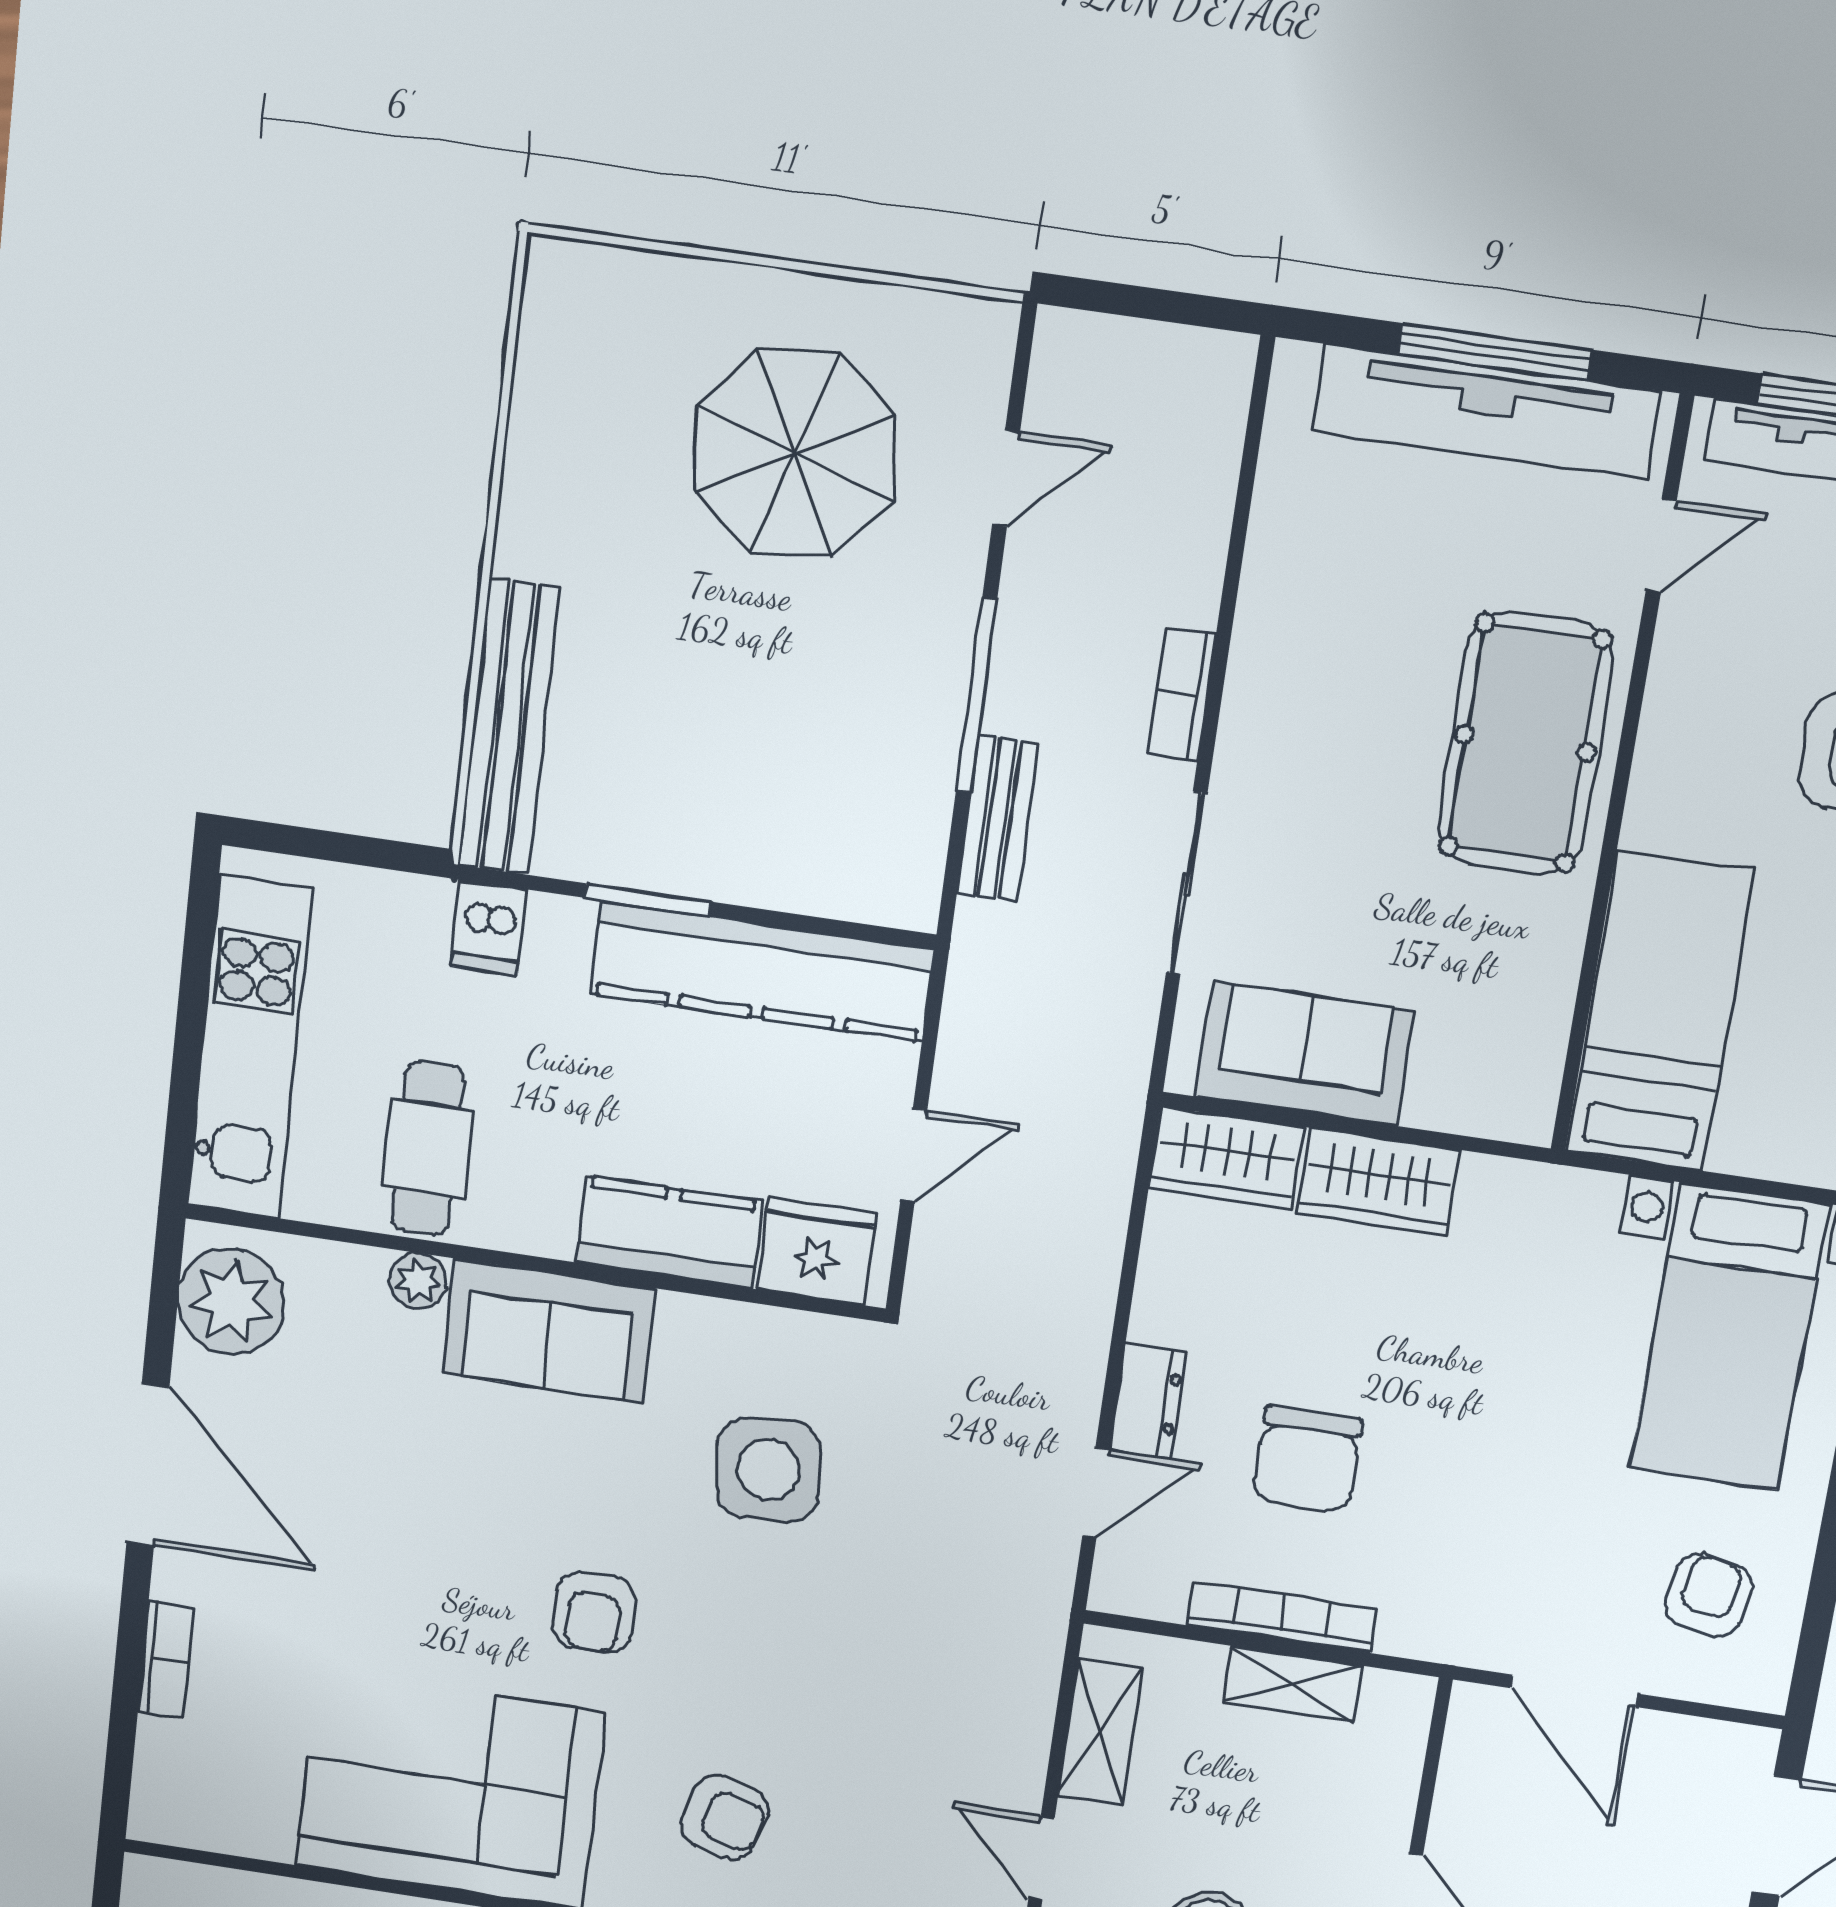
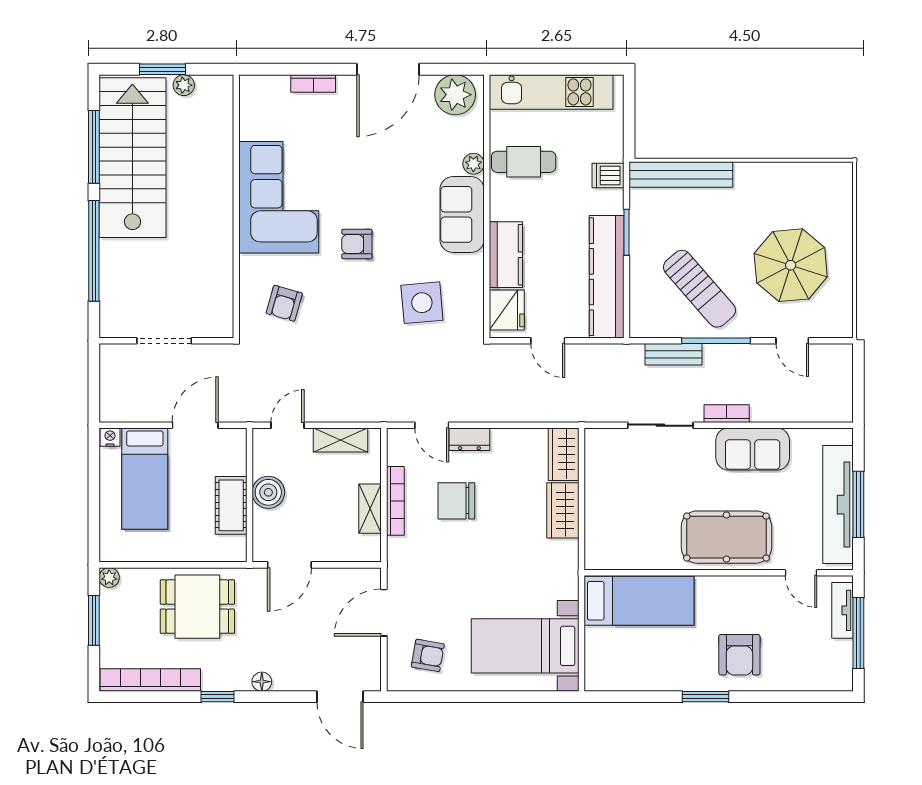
sun lounger: (827, 720) -> (699, 289), added
sofa: (1304, 1054) -> (753, 449), moved, turned 90

